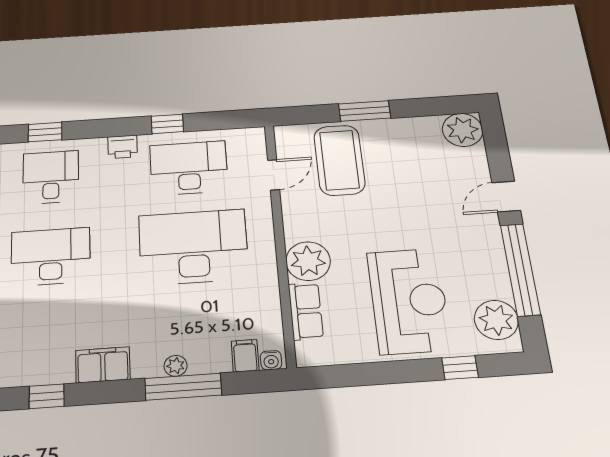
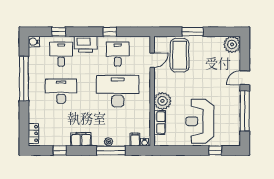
printer: (123, 147) -> (86, 44), width x1.87, depth x1.48
desk: (189, 168) -> (118, 54), width x0.73
reception desk: (409, 301) -> (200, 121), turned 180
plant: (496, 320) -> (232, 132), removed

